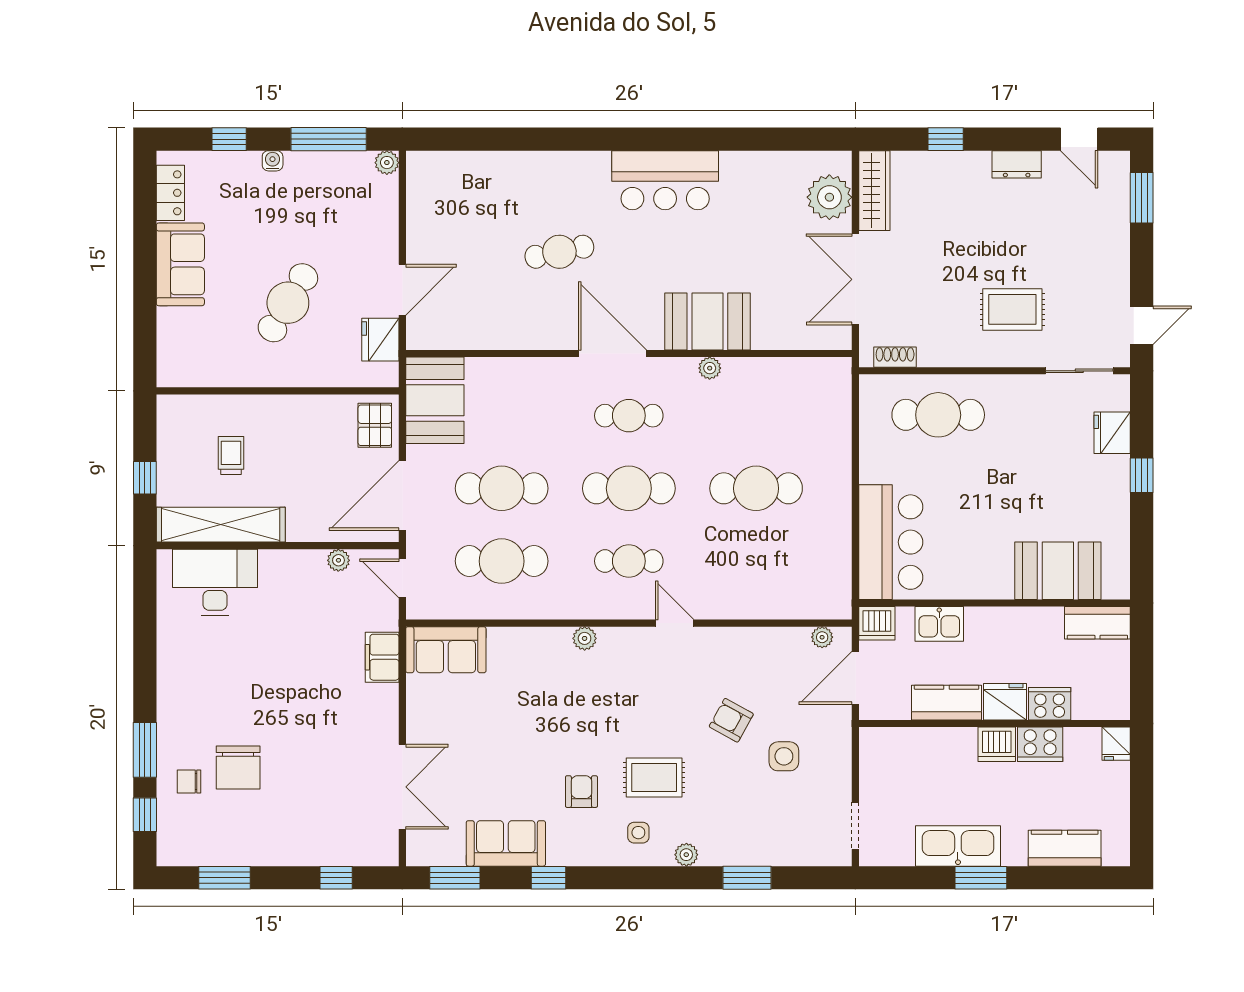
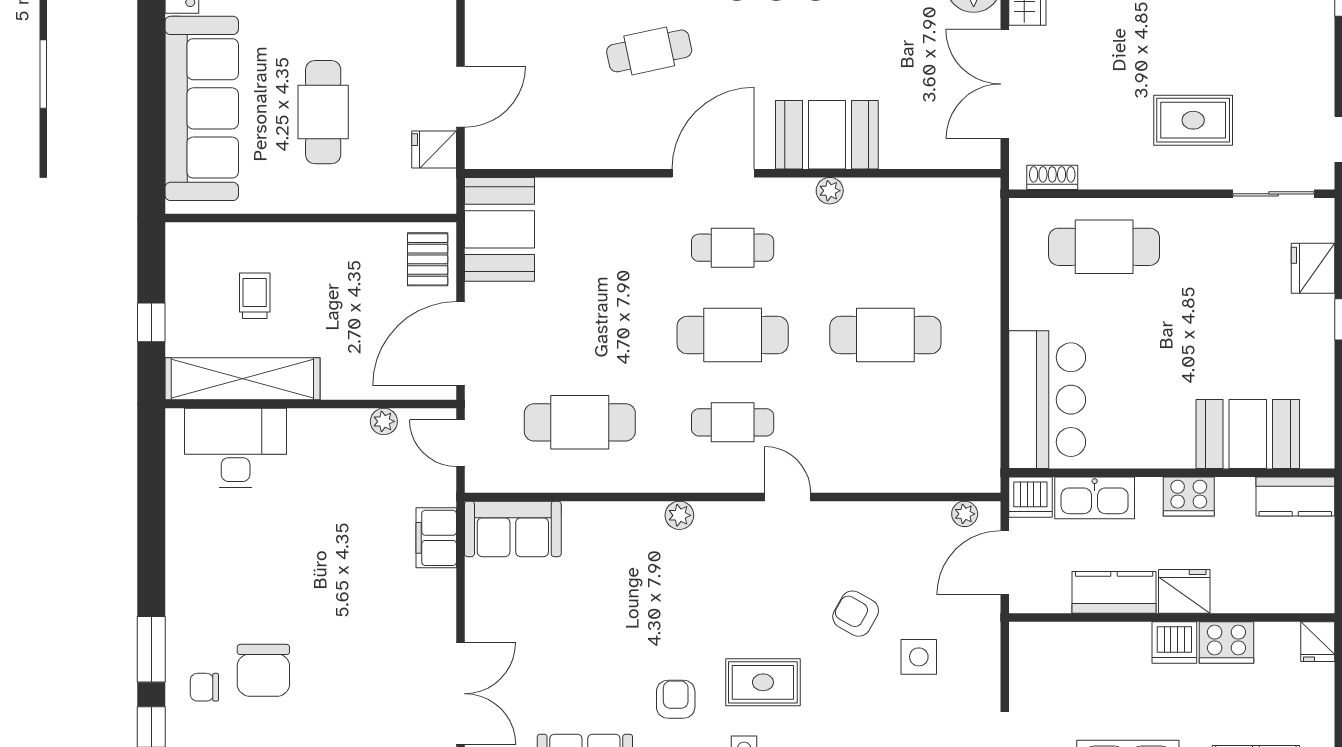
sofa: (180, 264) -> (202, 108), width x1.85, depth x1.27
cafe table: (288, 303) -> (323, 112), turned -31
fridge: (380, 340) -> (434, 149), width x0.72
door: (613, 354) -> (713, 173), hinge flipped
cafe table: (502, 488) -> (580, 335), removed
kitchen sink: (939, 624) -> (1095, 498), width x1.38
cooker: (1050, 704) -> (1189, 497), moved, turned 180

